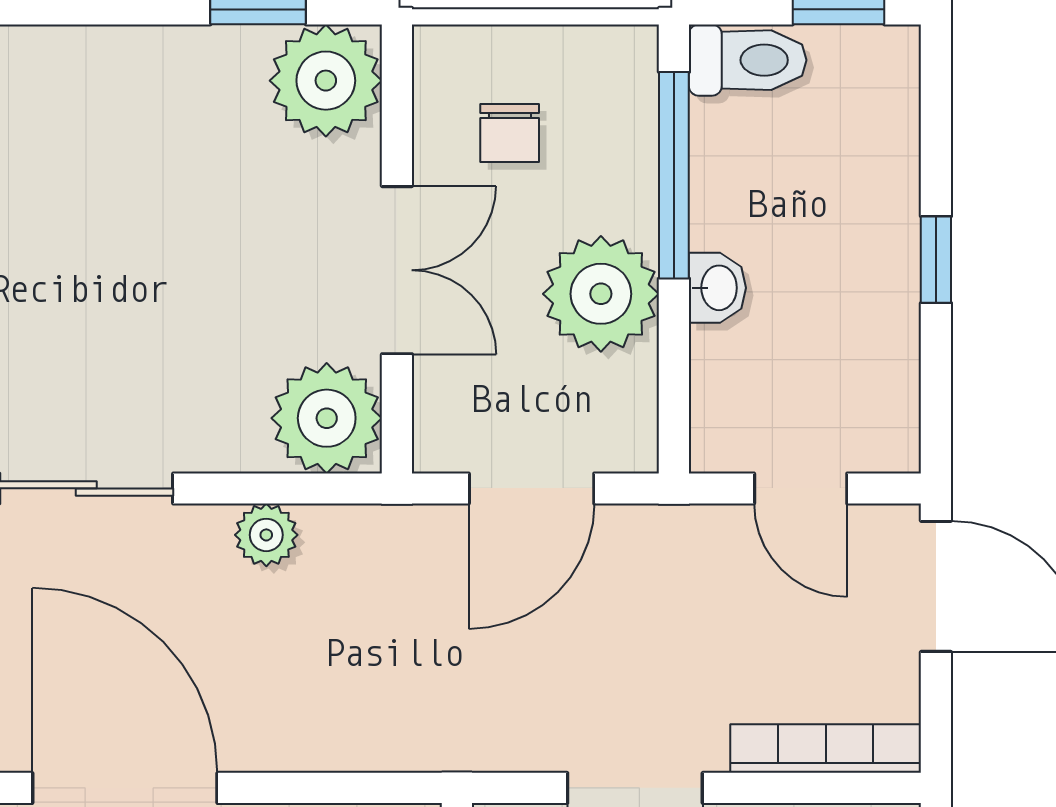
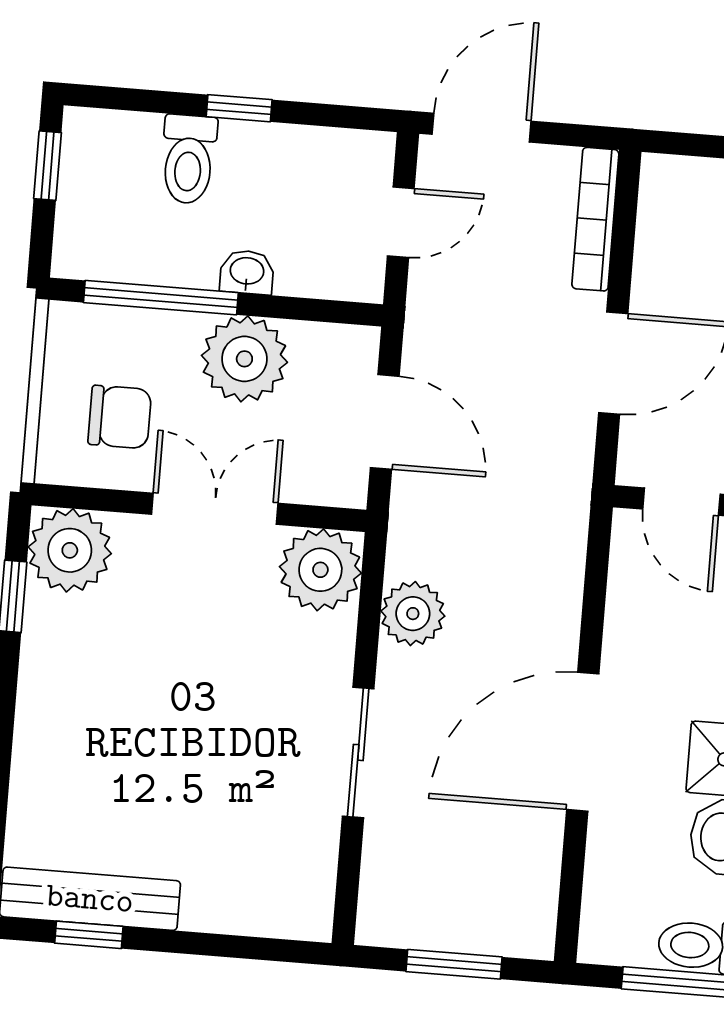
toilet: (748, 60) -> (189, 159), moved, turned 180
chair: (510, 133) -> (120, 417), width x1.37, depth x1.37
plant: (266, 535) -> (413, 614), width x1.38, depth x1.38

